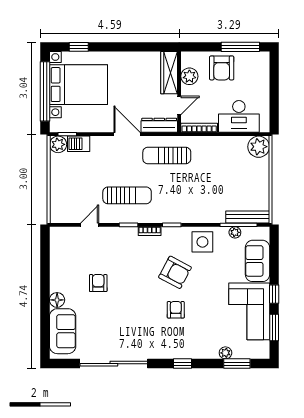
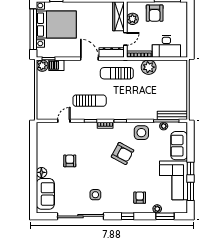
plant: (259, 147) -> (149, 67), moved
armchair: (176, 310) -> (140, 198), moved
side table: (135, 332) -> (95, 195), added

